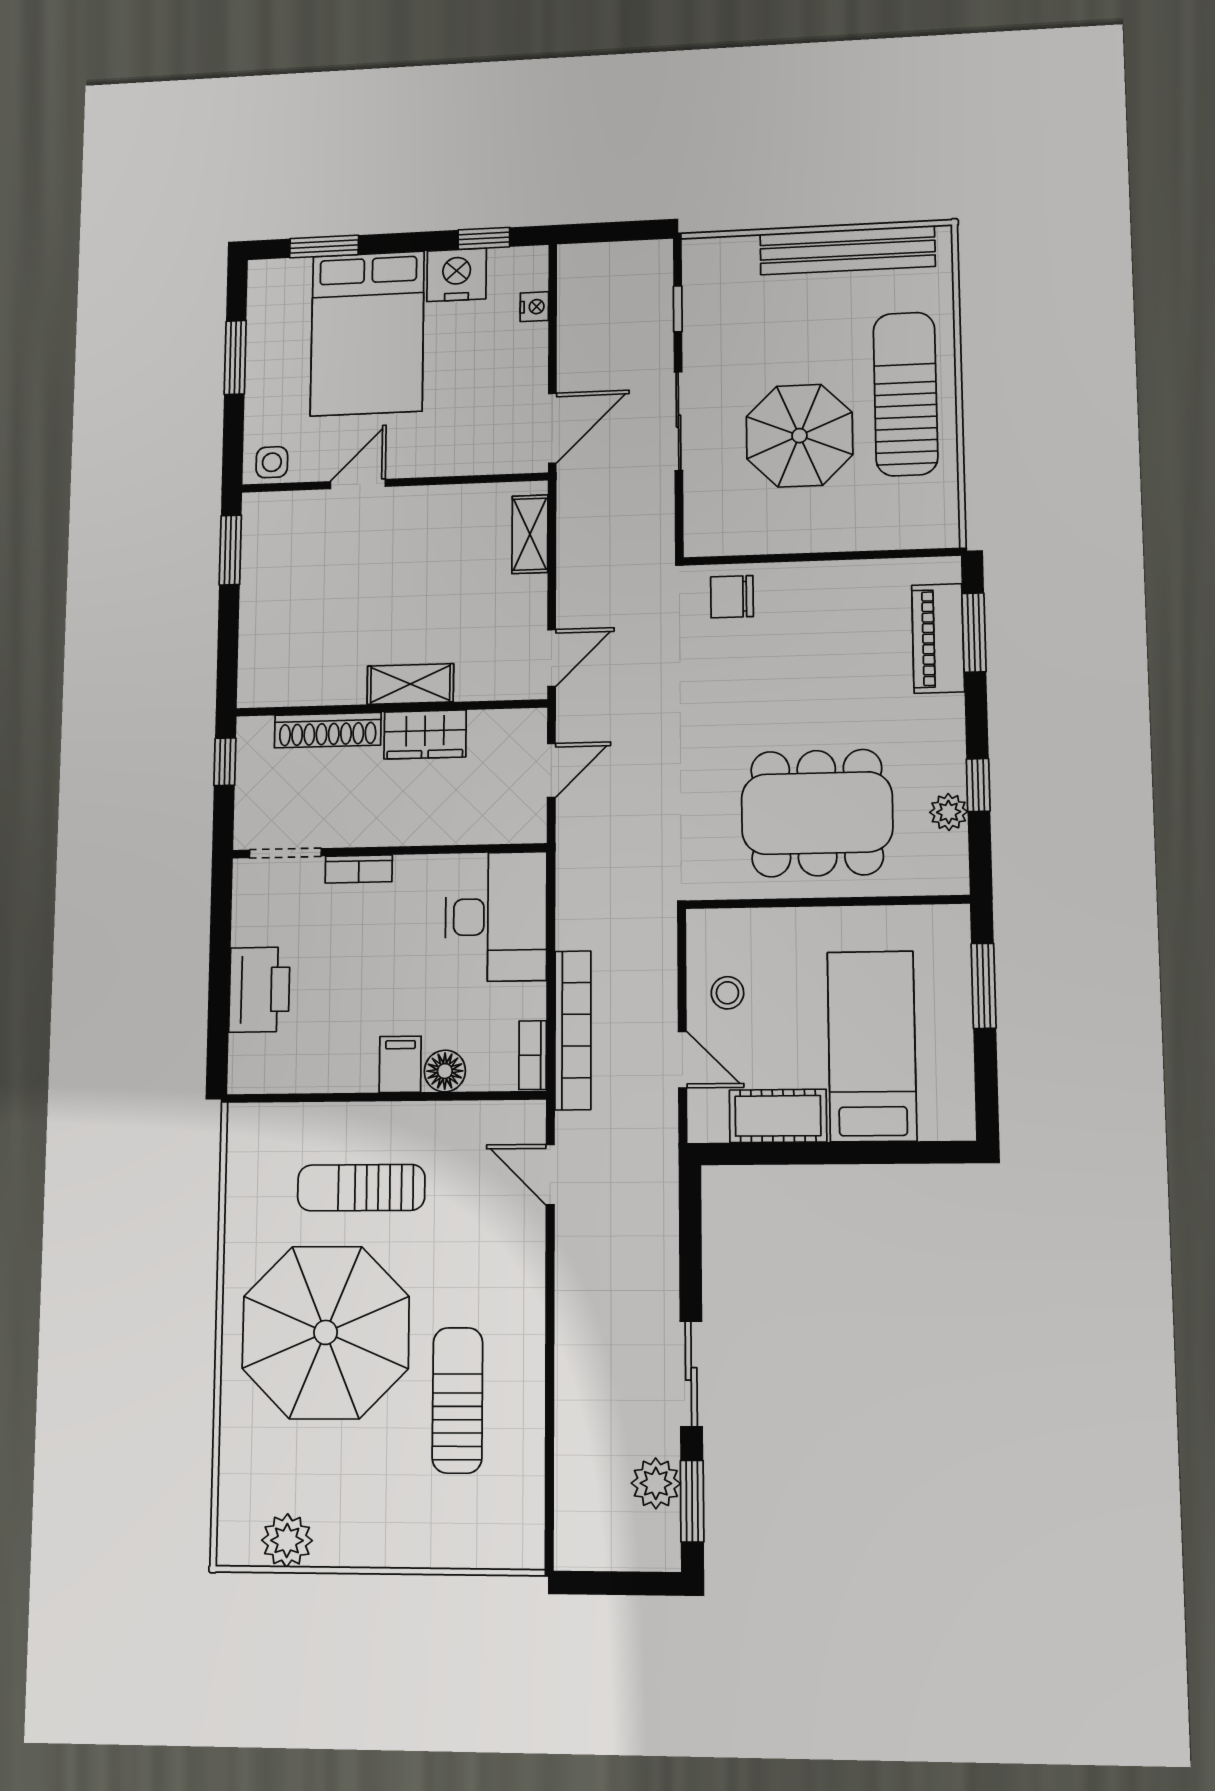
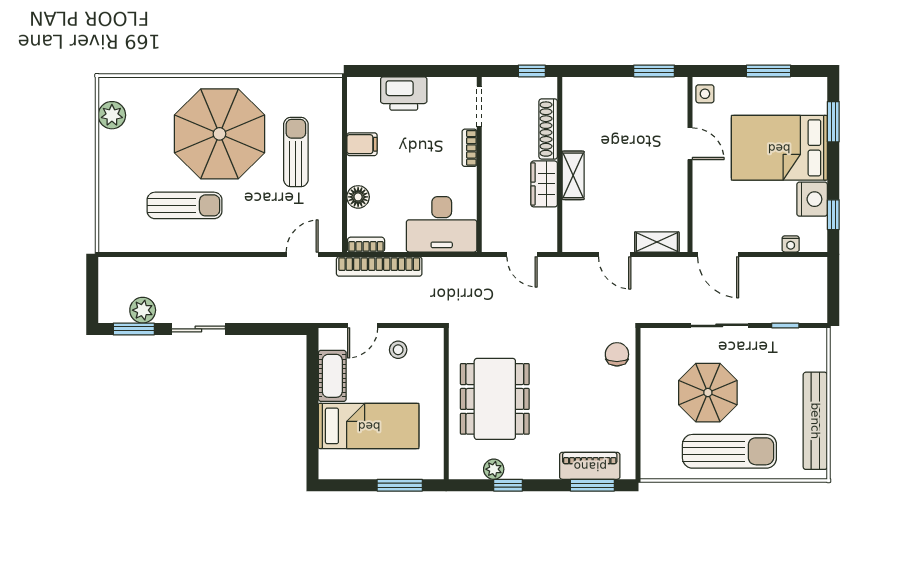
door: (552, 658) -> (615, 254), moved
filing cabinet: (400, 1064) -> (362, 144), moved

